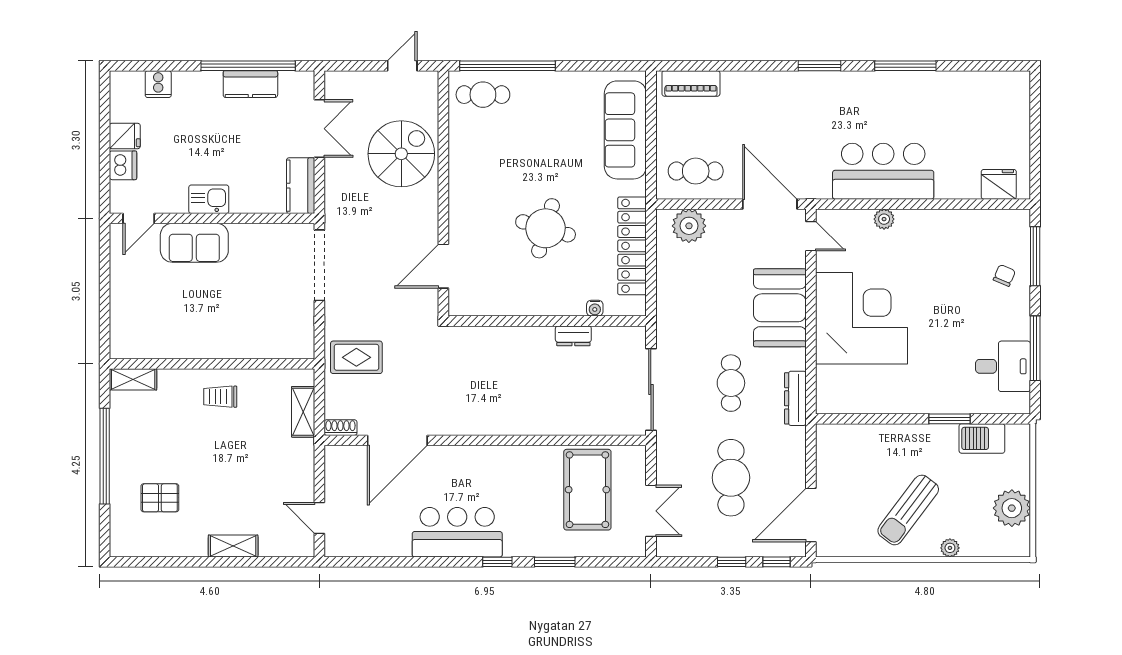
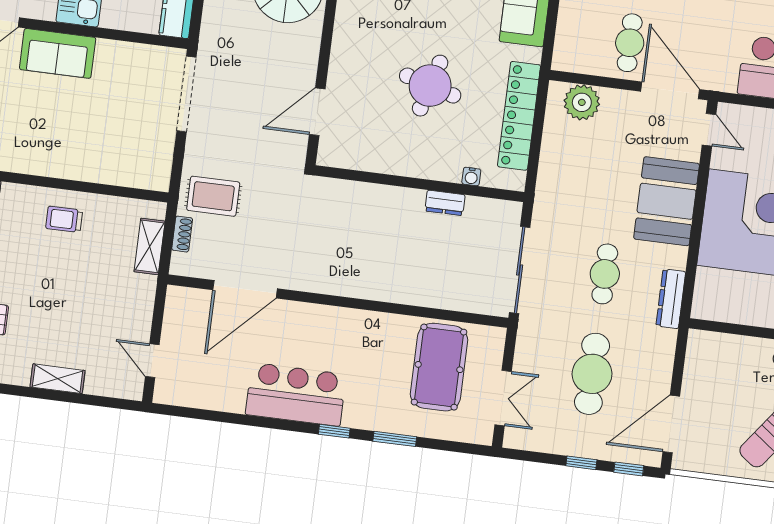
cafe table: (696, 171) -> (630, 43), moved, turned 90
shoe rack: (340, 428) -> (182, 234), moved, turned 90

